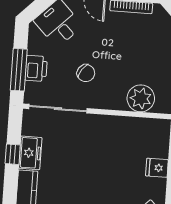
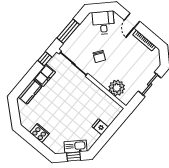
printer: (36, 68) -> (77, 37), removed
window: (13, 154) -> (45, 59), moved

